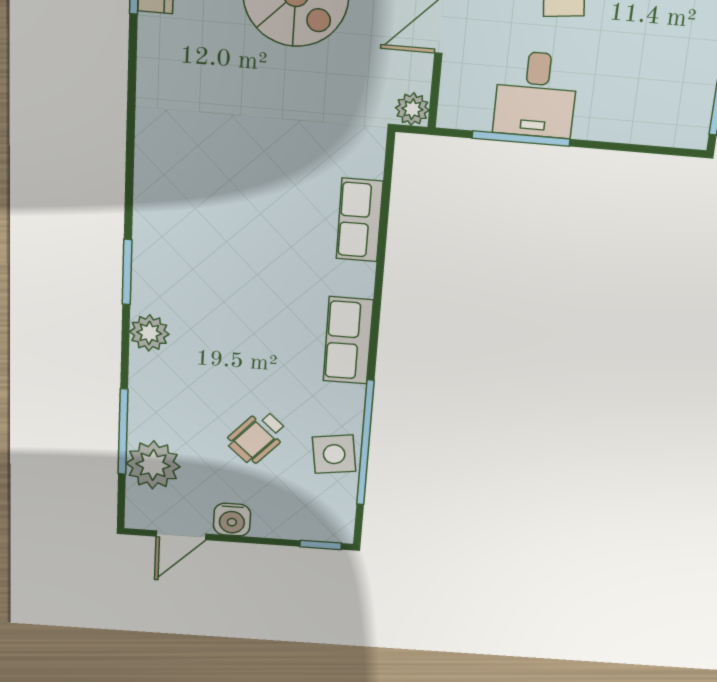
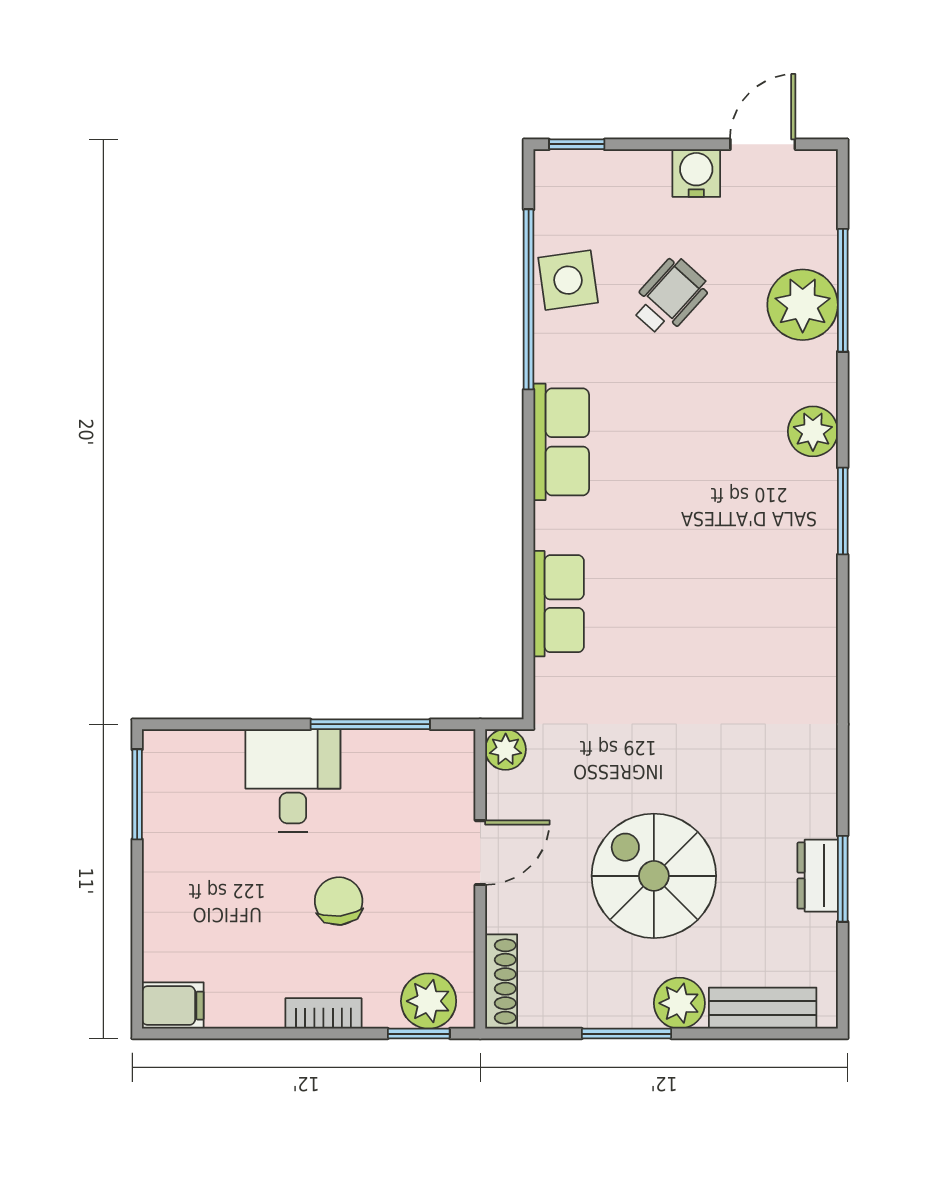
desk: (536, 94) -> (293, 780), moved
plant: (153, 465) -> (803, 305), moved

